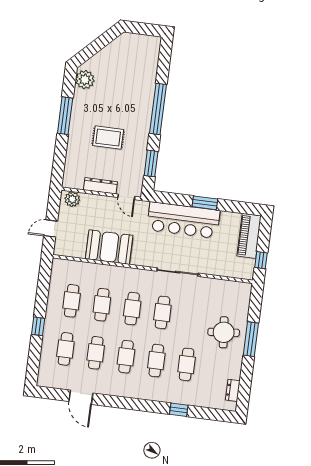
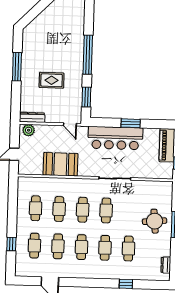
plant: (85, 80) -> (29, 37), removed
dresser: (100, 186) -> (32, 117), moved
window: (38, 326) -> (11, 244), moved

